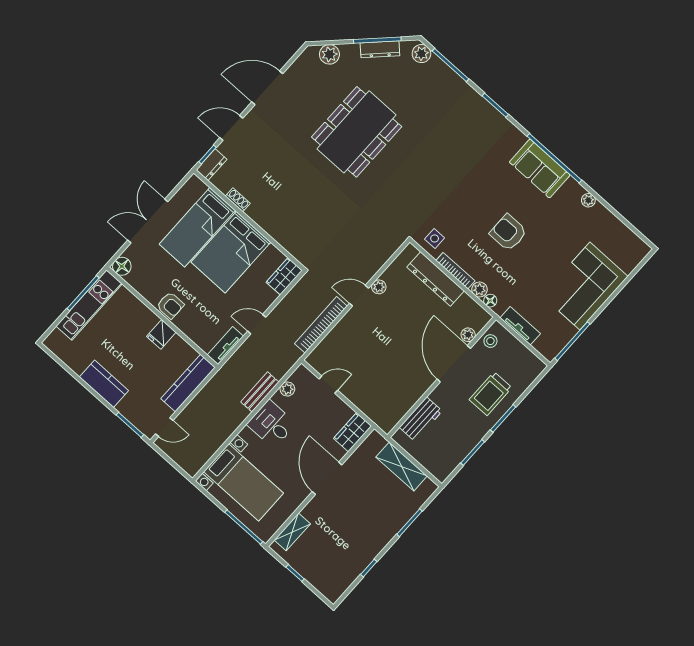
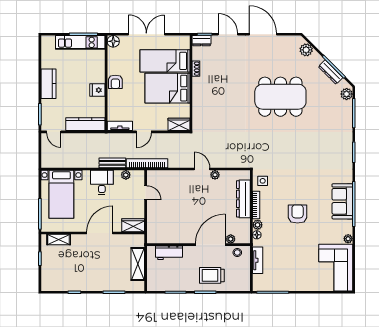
corner sofa: (585, 286) -> (336, 268), moved, turned -90
door: (257, 324) -> (144, 132), swing flipped
bookcase: (321, 325) -> (147, 163), moved

